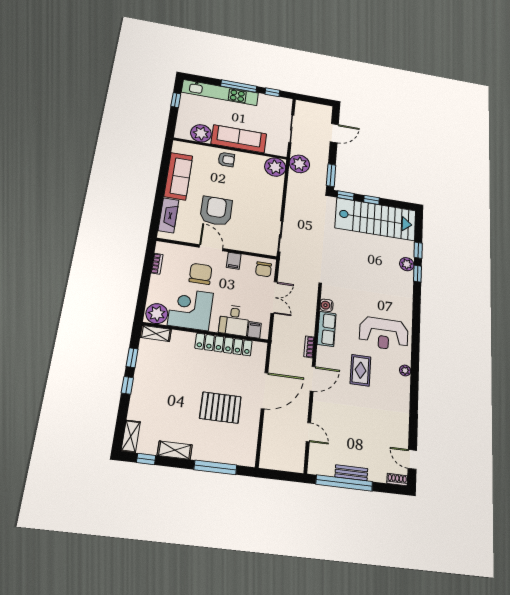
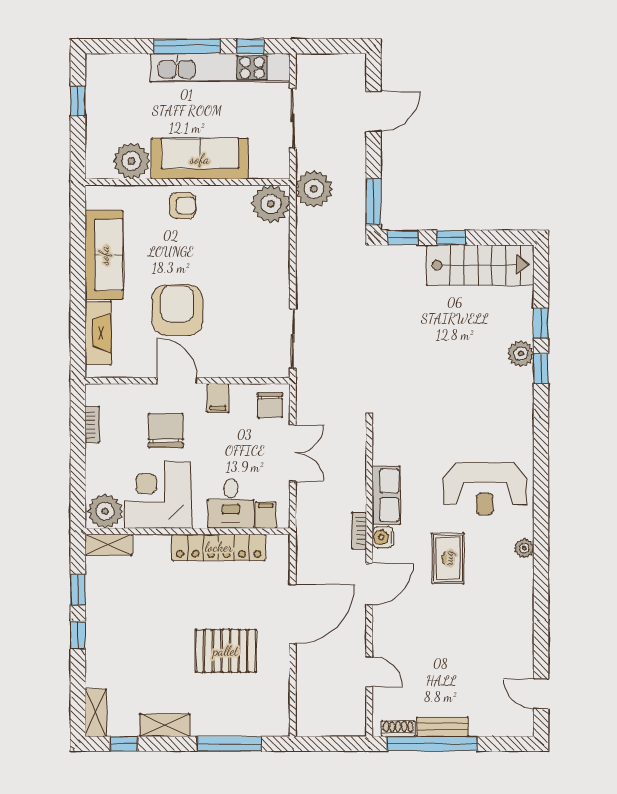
kitchen unit: (220, 93) -> (220, 68), moved
stairs: (376, 219) -> (480, 265), width x0.73, depth x0.66
water cooler: (326, 305) -> (383, 537), moved
shoe rack: (397, 480) -> (398, 729), moved

